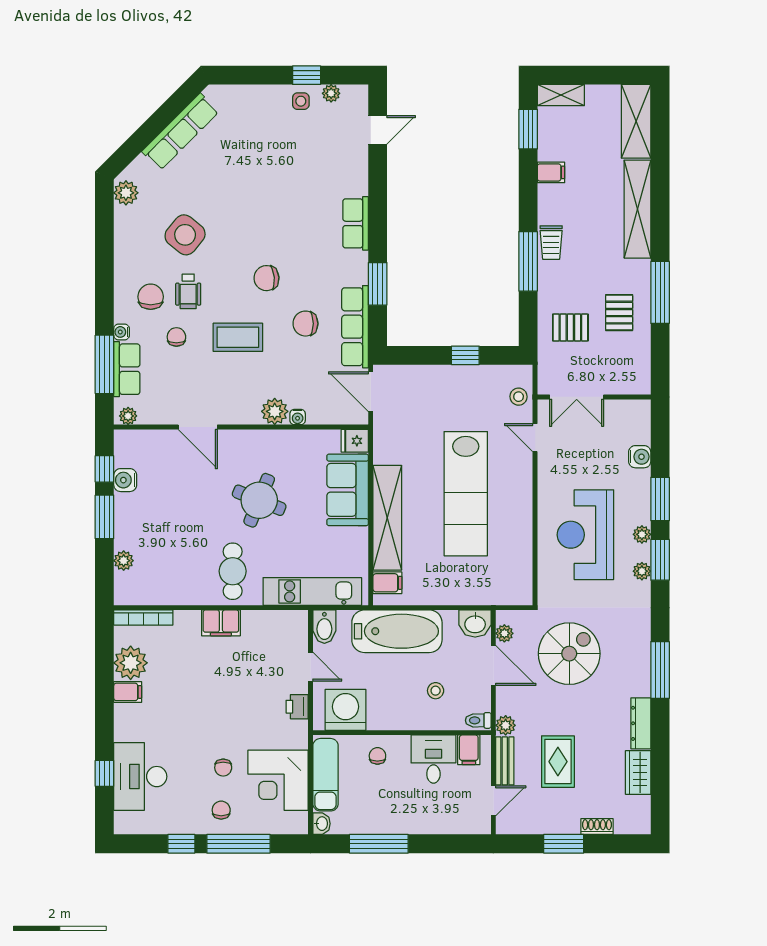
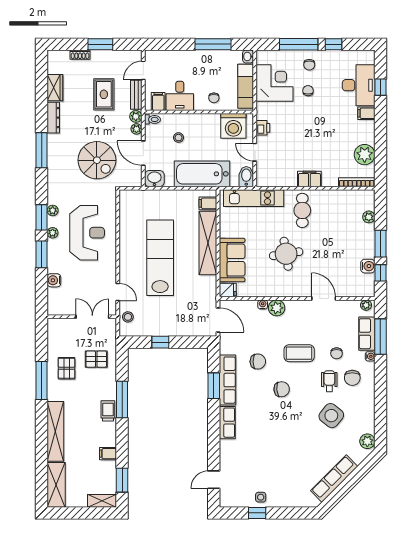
plant: (331, 93) -> (242, 502), removed
row of seats: (355, 327) -> (228, 380), moved
round table: (259, 500) -> (286, 254), turned -31
plant: (504, 633) -> (136, 129), moved
spiral stairs: (569, 654) -> (97, 160), turned -90
filing cabinet: (128, 692) -> (366, 113), moved

